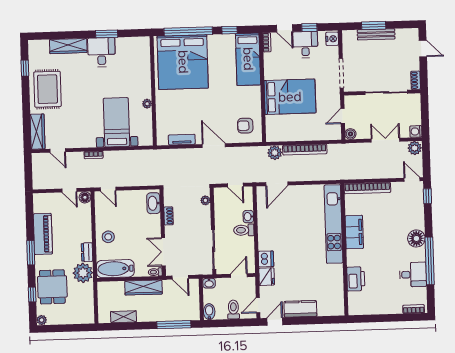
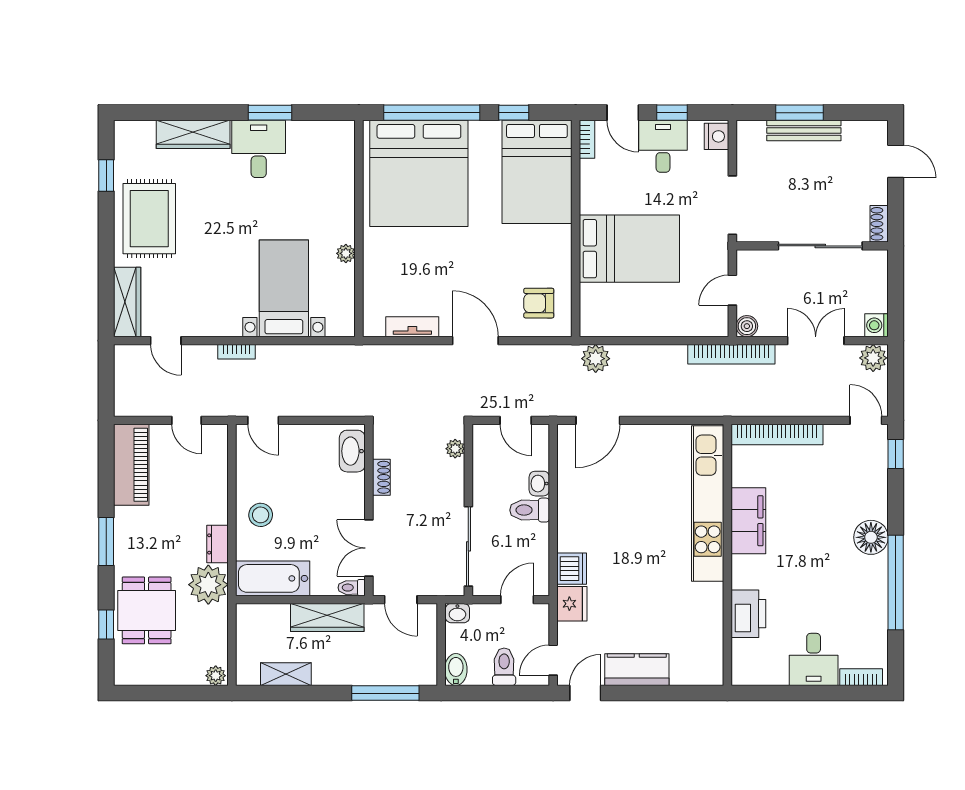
bed: (248, 59) -> (537, 172), width x1.50
bookcase: (305, 150) -> (731, 354), moved
floor lamp: (85, 197) -> (217, 435), removed
piano: (43, 234) -> (131, 465), moved
desk: (413, 274) -> (814, 659), moved, turned 90
plant: (42, 320) -> (216, 676), moved

